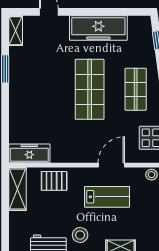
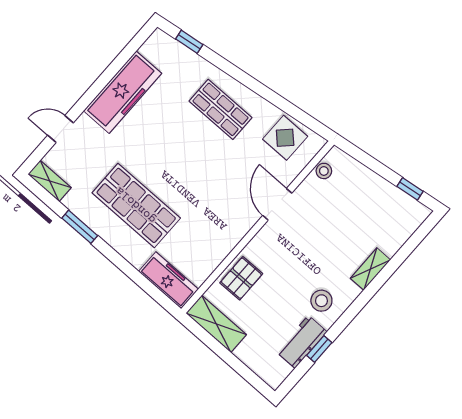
shop shelf: (90, 89) -> (136, 205), moved
freezer: (29, 153) -> (168, 280), moved, turned 90
lab bench: (107, 197) -> (306, 238), removed

